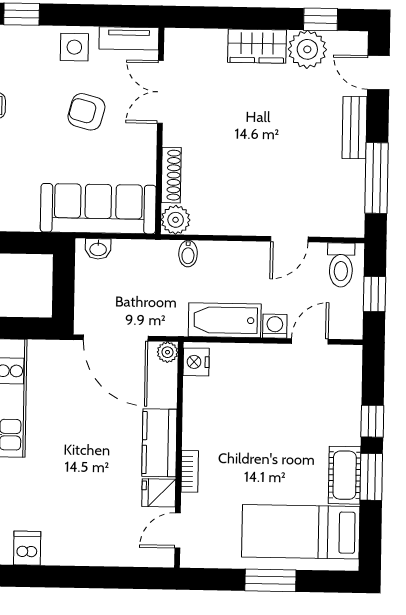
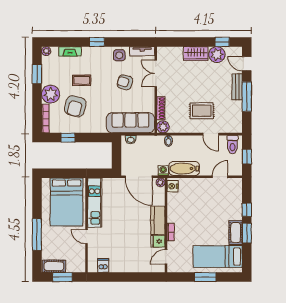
window: (377, 178) -> (247, 97), moved
rug: (269, 183) -> (202, 111), added
door: (289, 239) -> (211, 134), hinge flipped
washing machine: (275, 326) -> (163, 171), moved

